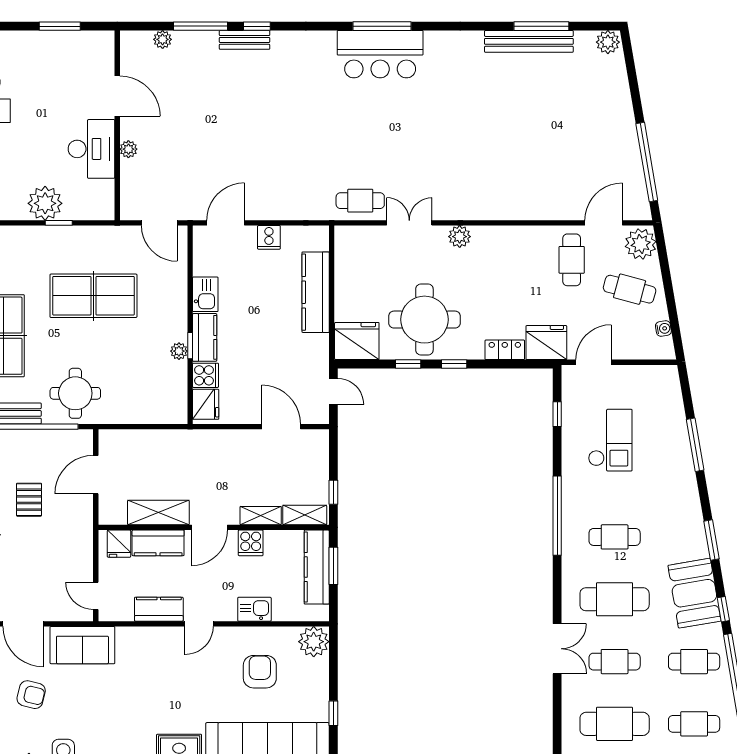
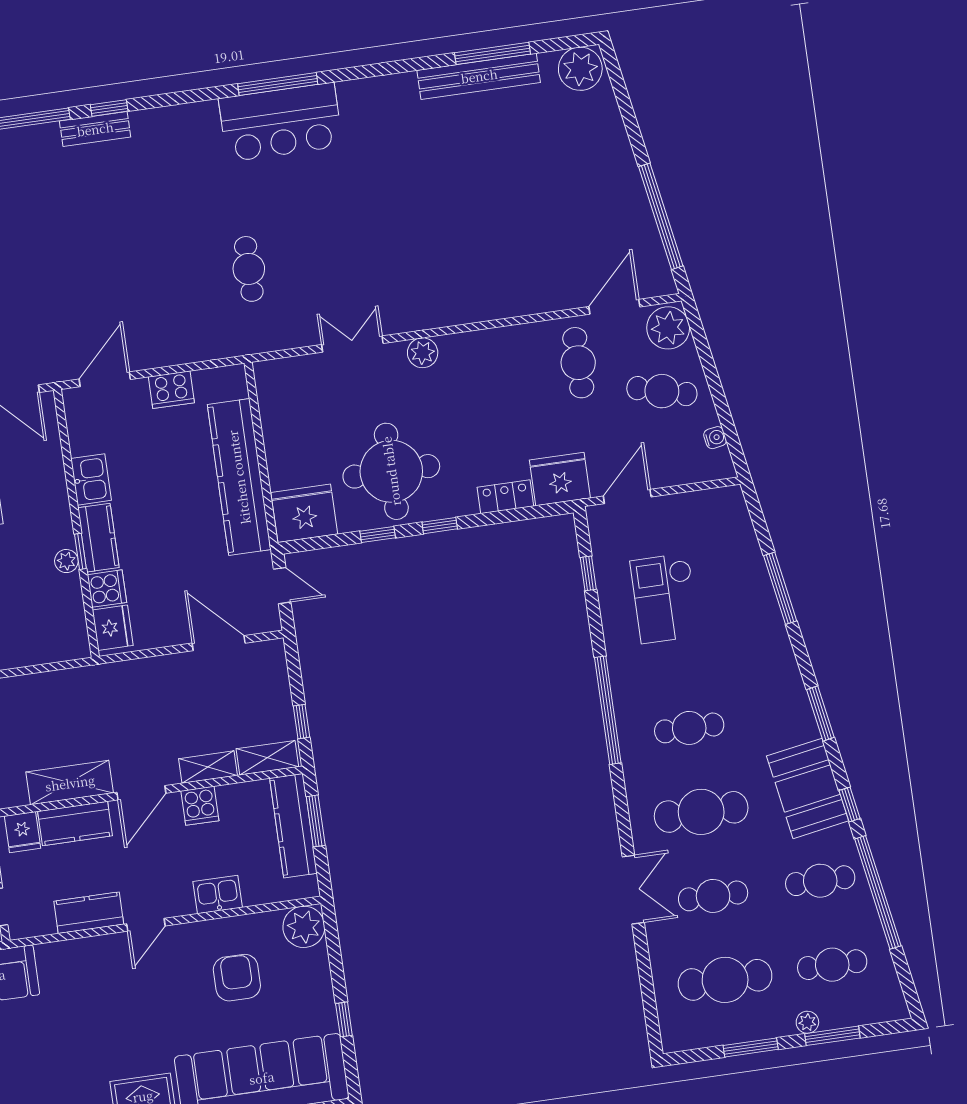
plant: (608, 42) -> (580, 69), width x1.36, depth x1.36
cafe table: (360, 201) -> (249, 269), moved, turned 90
cooker: (269, 237) -> (171, 390), width x1.36
kitchen counter: (316, 292) -> (239, 477), width x1.39, depth x1.17
checkout: (610, 440) -> (665, 598), turned 180

